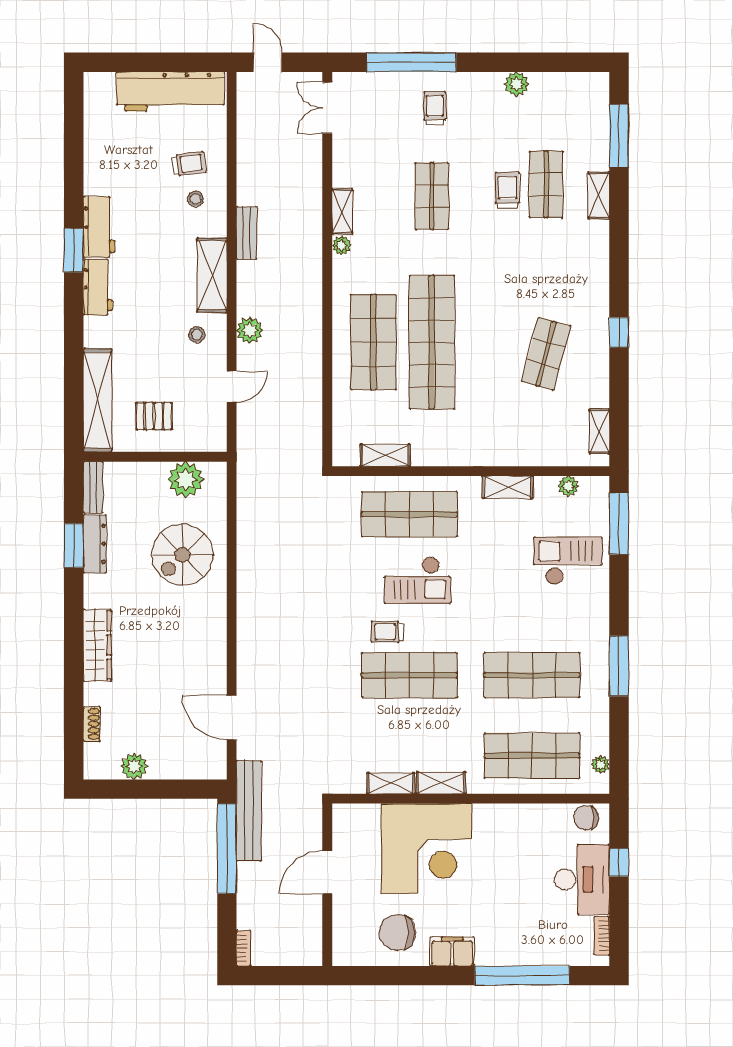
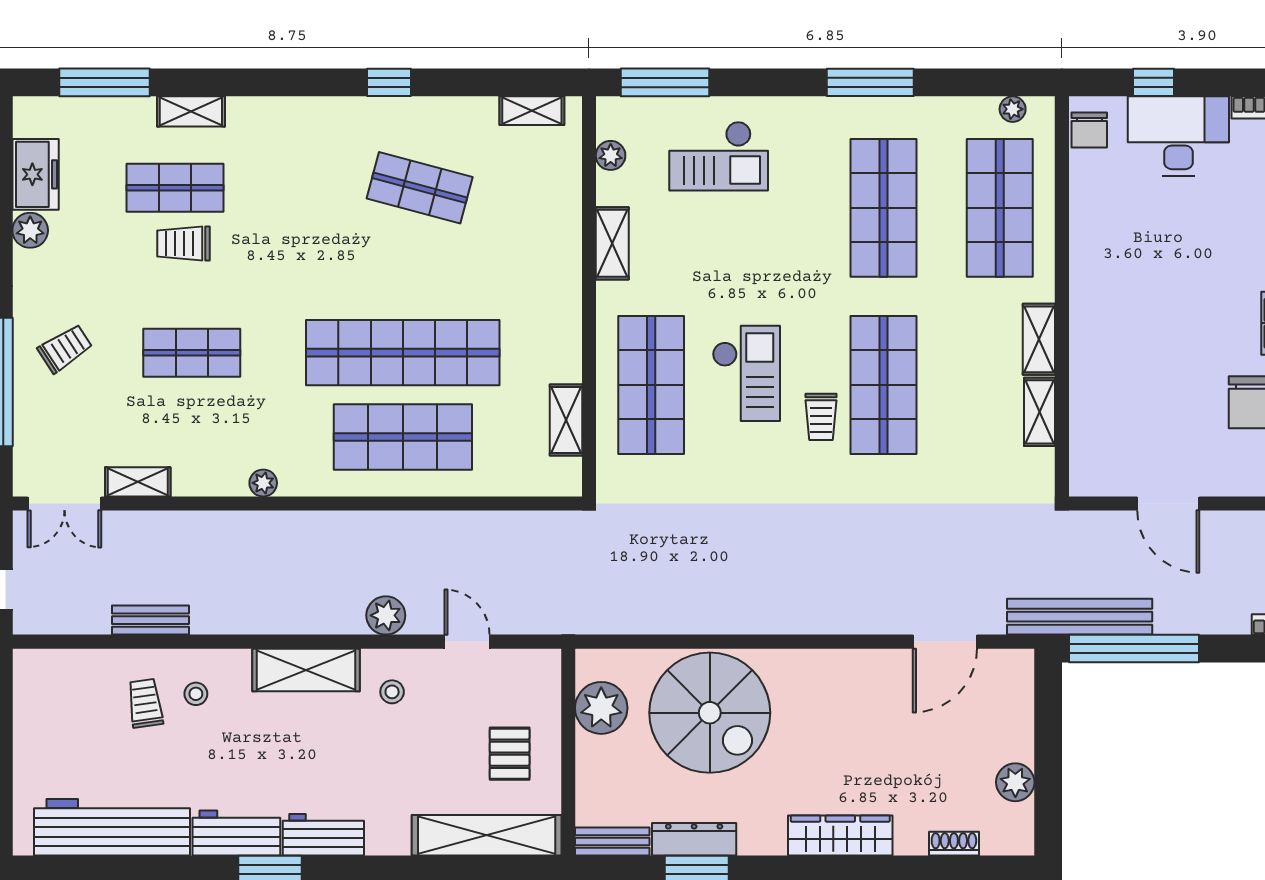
freezer: (555, 88) -> (36, 174), added
workbench: (171, 91) -> (112, 827), moved, turned -90
trolley: (435, 108) -> (65, 348), turned 147
shelving: (342, 211) -> (138, 482), moved
bench: (247, 233) -> (151, 620), moved
spiral stairs: (182, 555) -> (710, 713), width x1.37, depth x1.37
checkout: (568, 561) -> (719, 156), turned -90
corner desk: (427, 849) -> (1134, 360), removed

